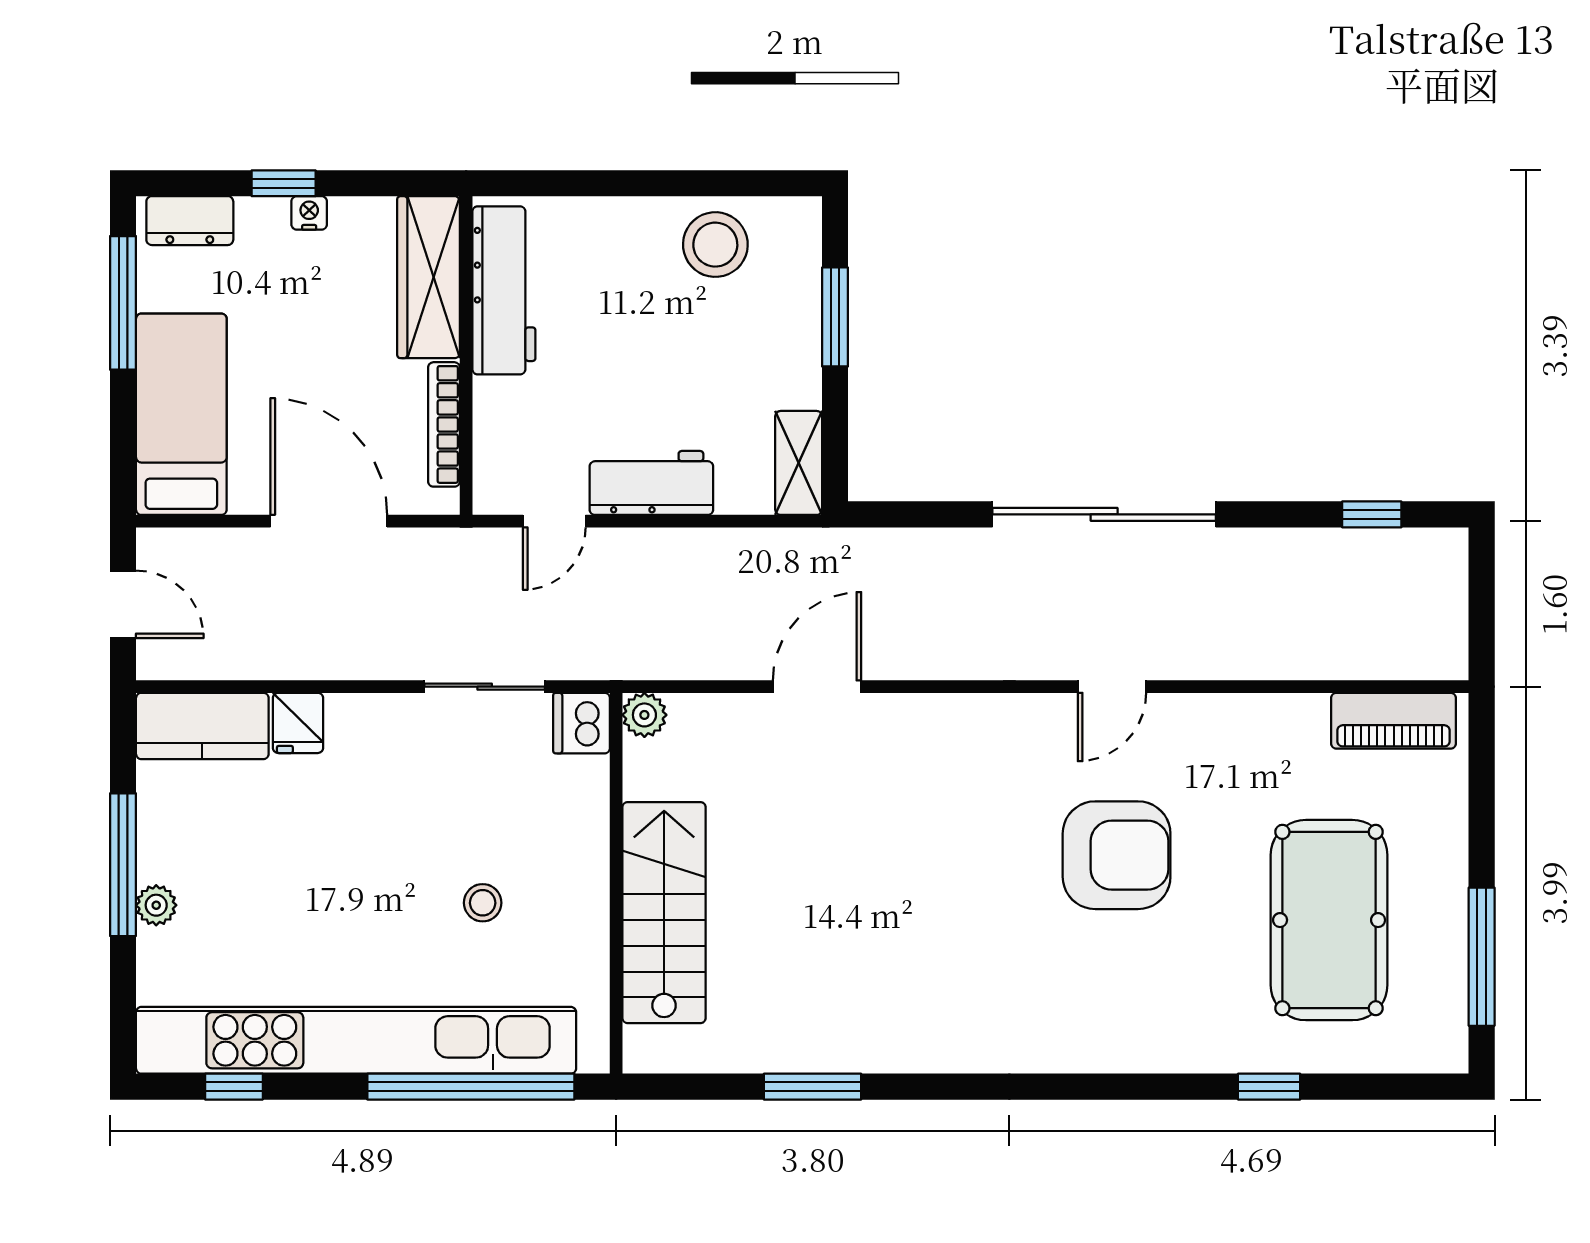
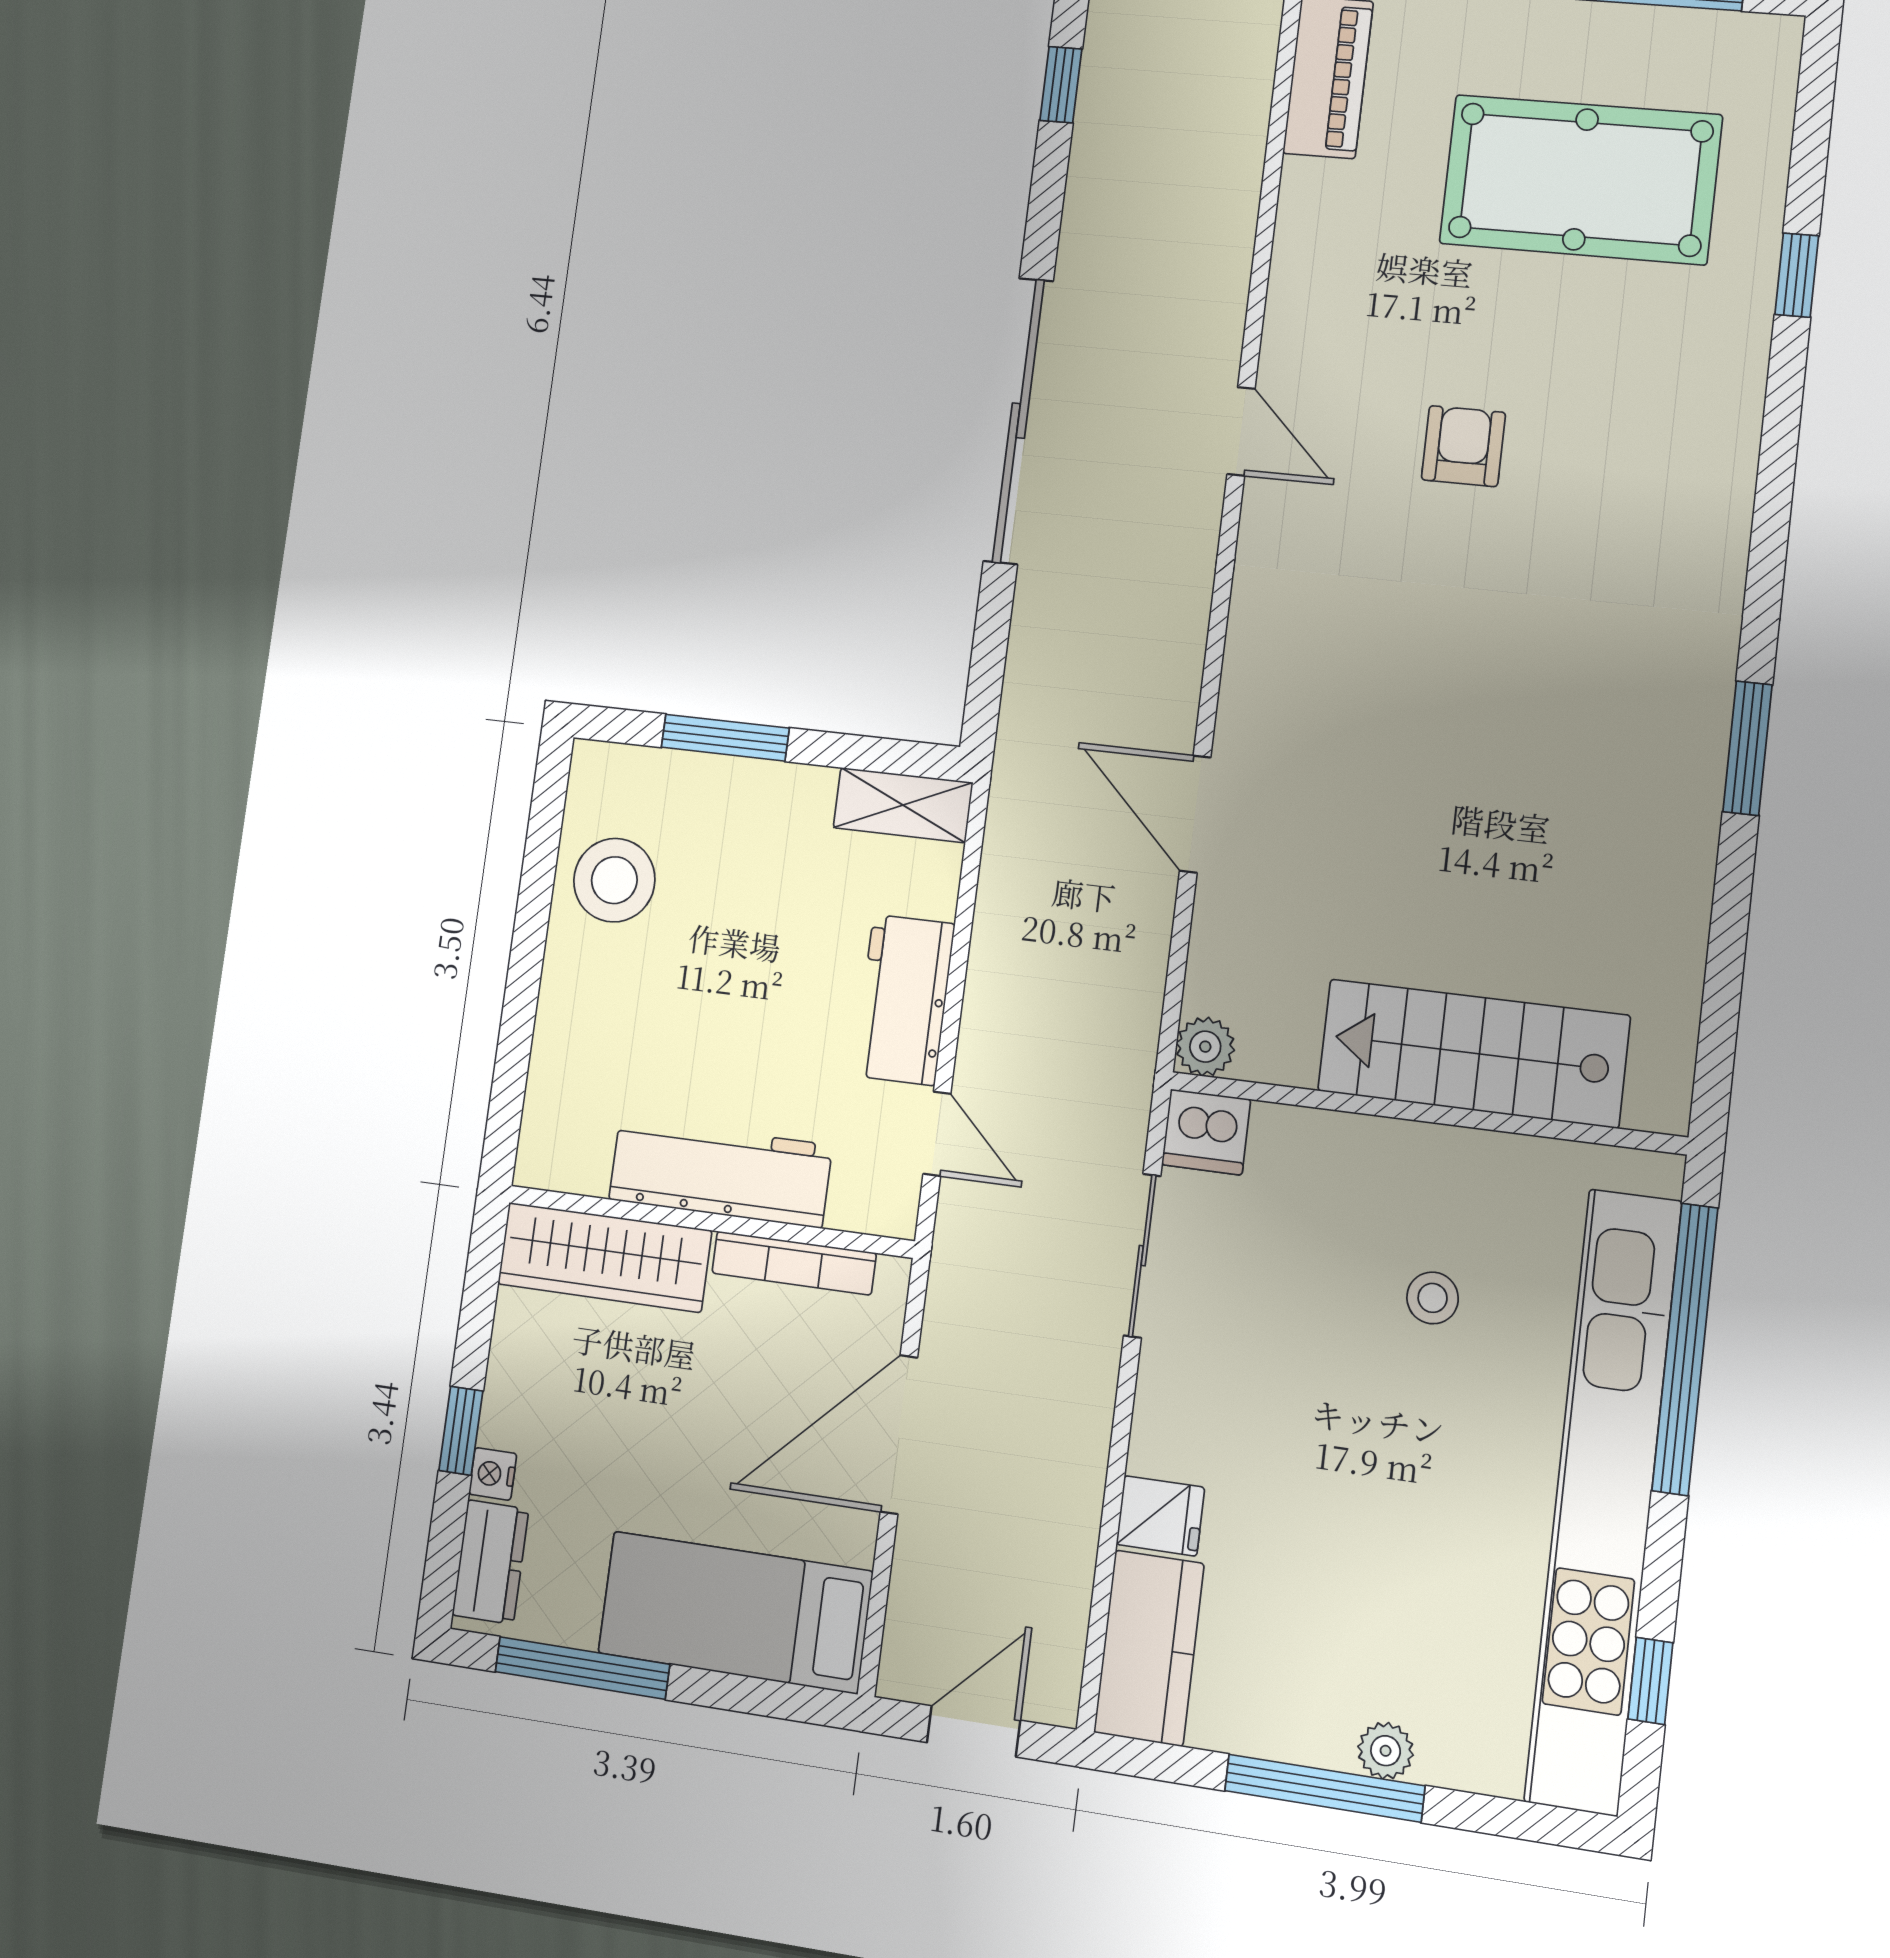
nightstand: (309, 213) -> (493, 1474), moved
workbench: (504, 290) -> (720, 1172), moved
armchair: (1117, 855) -> (1463, 446), width x0.53, depth x0.53
window: (812, 1087) -> (1748, 748), moved

